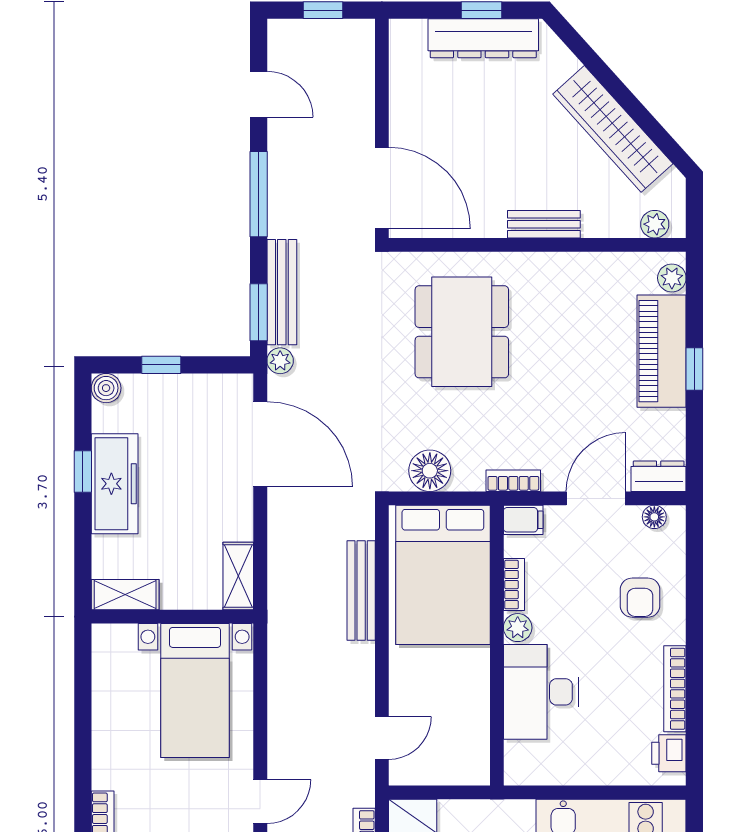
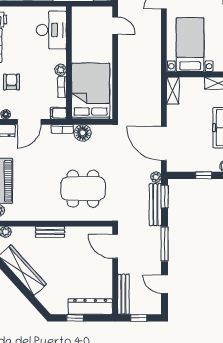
dresser: (483, 38) -> (90, 307), moved
door: (382, 188) -> (115, 246), width x0.73
dining table: (462, 332) -> (83, 189), turned 90
floor lamp: (430, 471) -> (83, 133), moved
bench: (361, 590) -> (123, 294), moved
desk: (541, 692) -> (51, 30), moved
door: (382, 738) -> (115, 26), swing flipped

